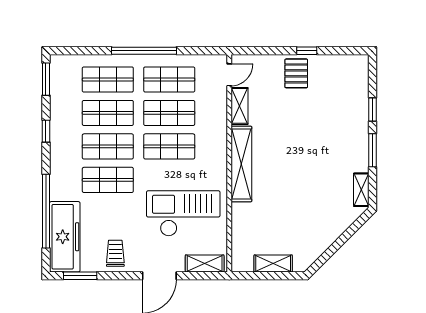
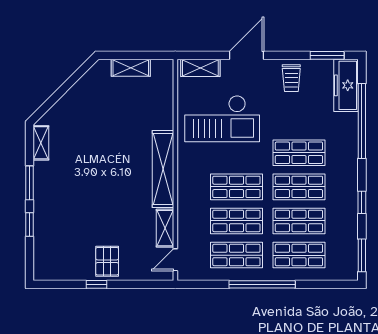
freezer: (65, 237) -> (346, 85), width x0.73, depth x0.79

